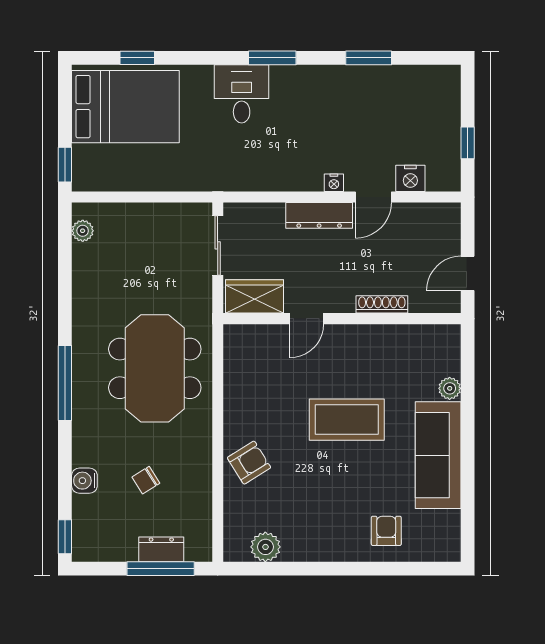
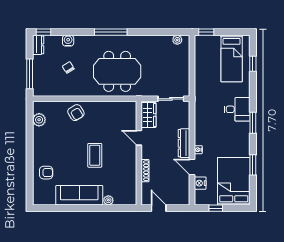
bed: (406, 102) -> (234, 181), added
bed: (125, 107) -> (232, 59), width x0.67
coffee table: (347, 420) -> (95, 155), width x0.73, depth x0.76
dresser: (161, 549) -> (38, 45), moved

